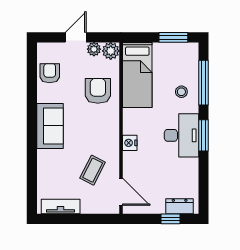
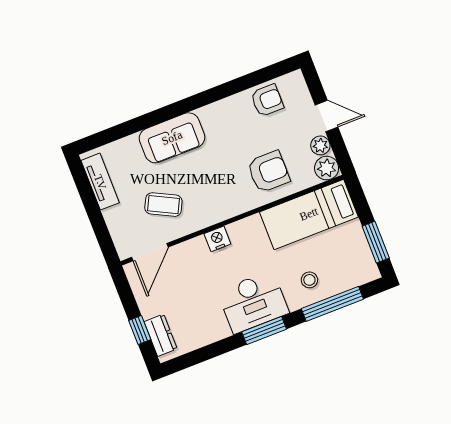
sofa: (50, 126) -> (172, 138), moved

